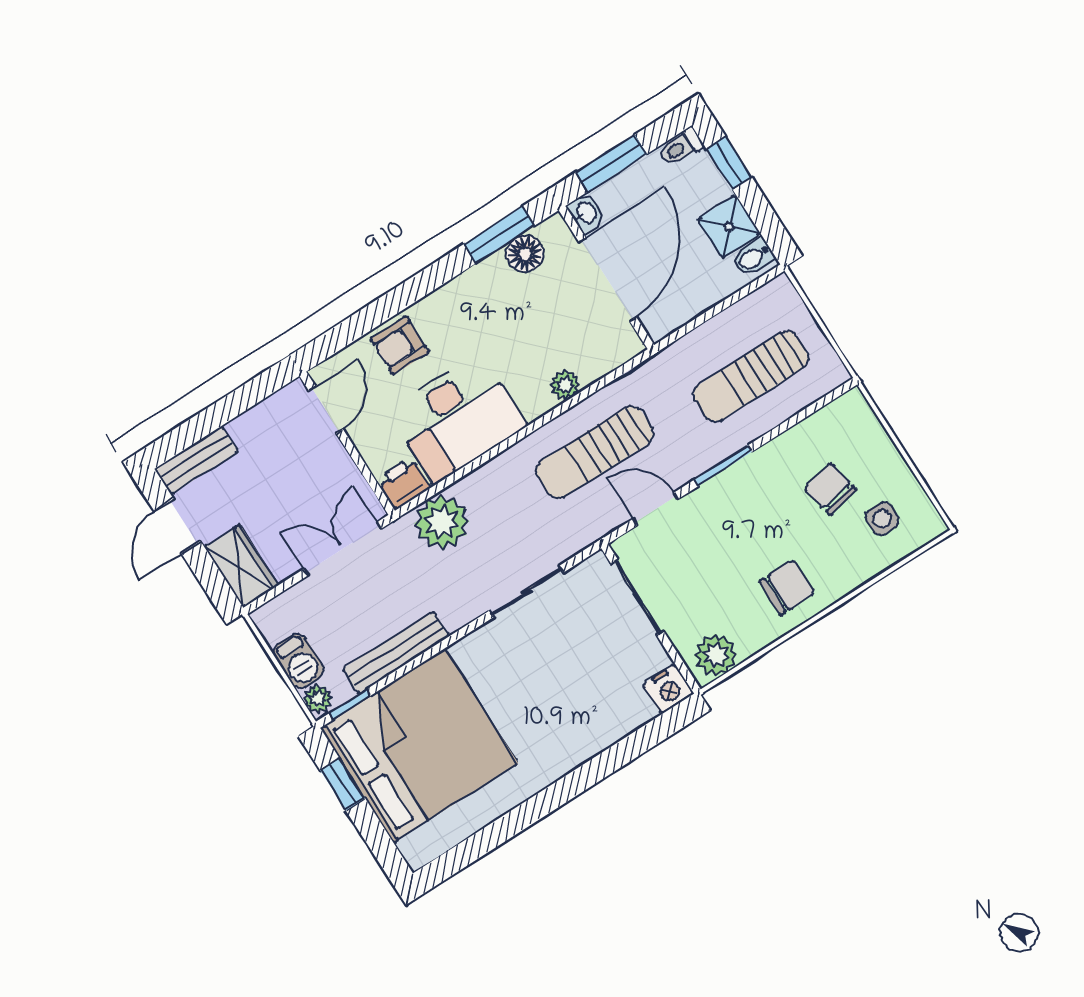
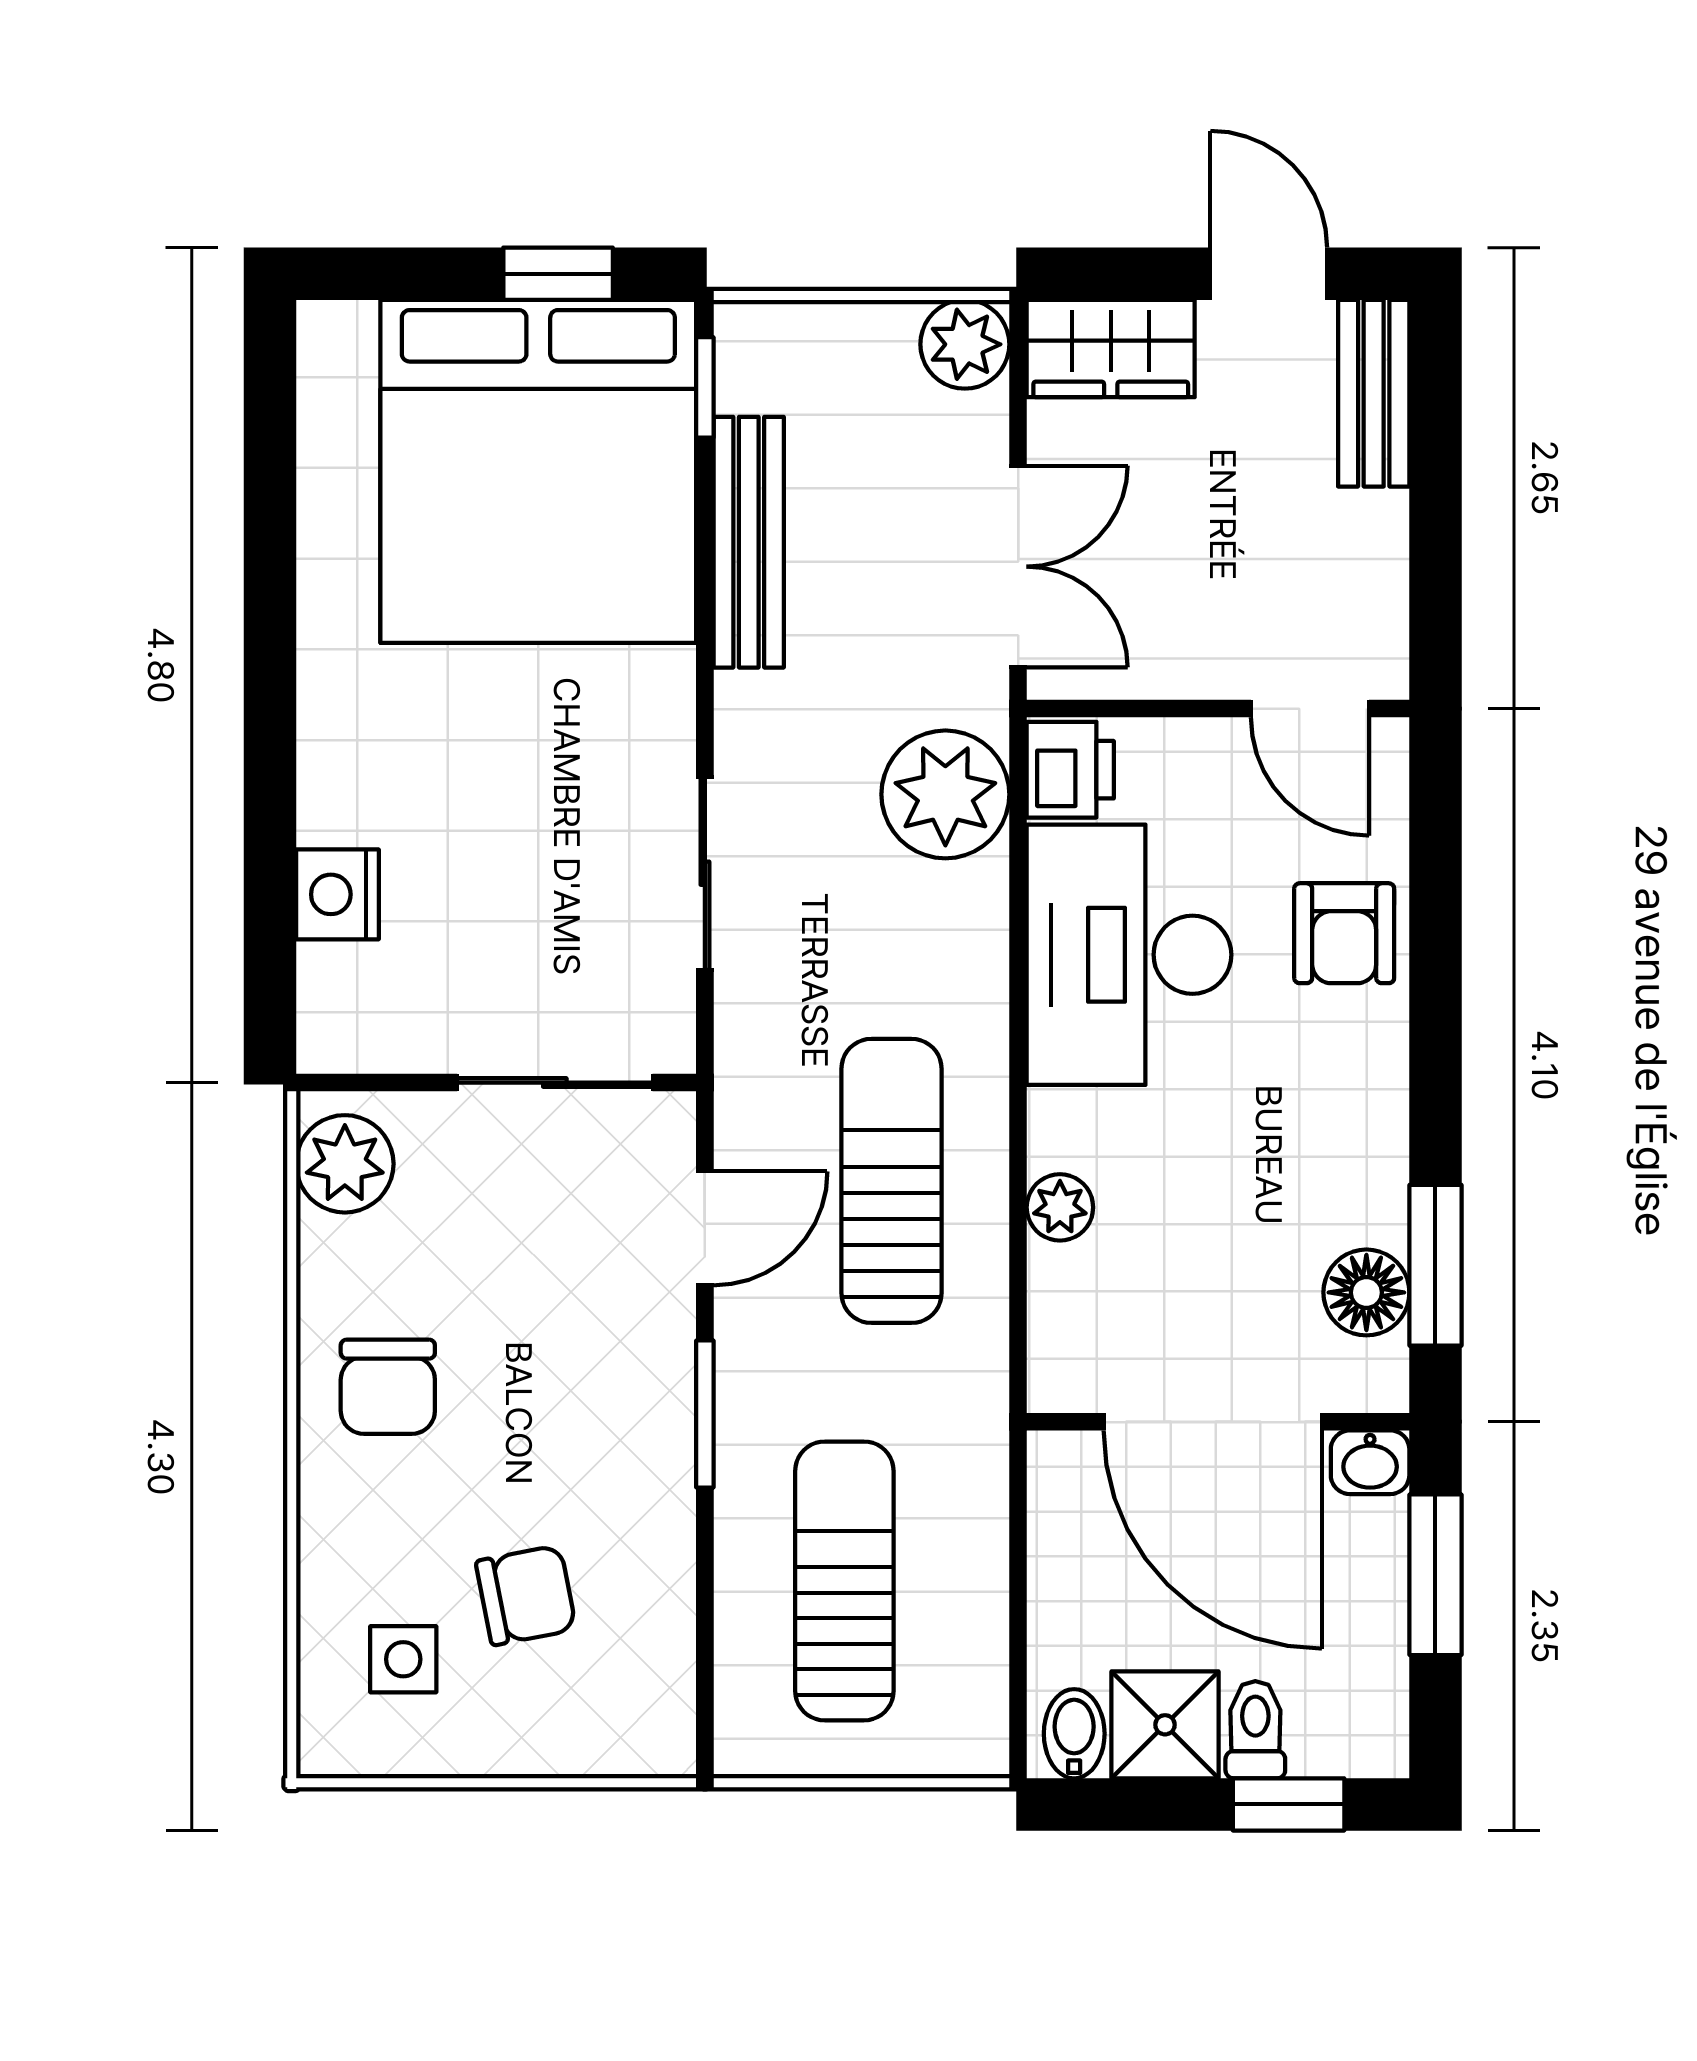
toilet: (681, 147) -> (1255, 1730), moved
armchair: (400, 345) -> (1344, 933), turned 180
barbecue: (299, 661) -> (854, 342), removed
nightstand: (668, 689) -> (337, 894), moved
plant: (318, 699) -> (965, 344), moved, width x1.38, depth x1.38

